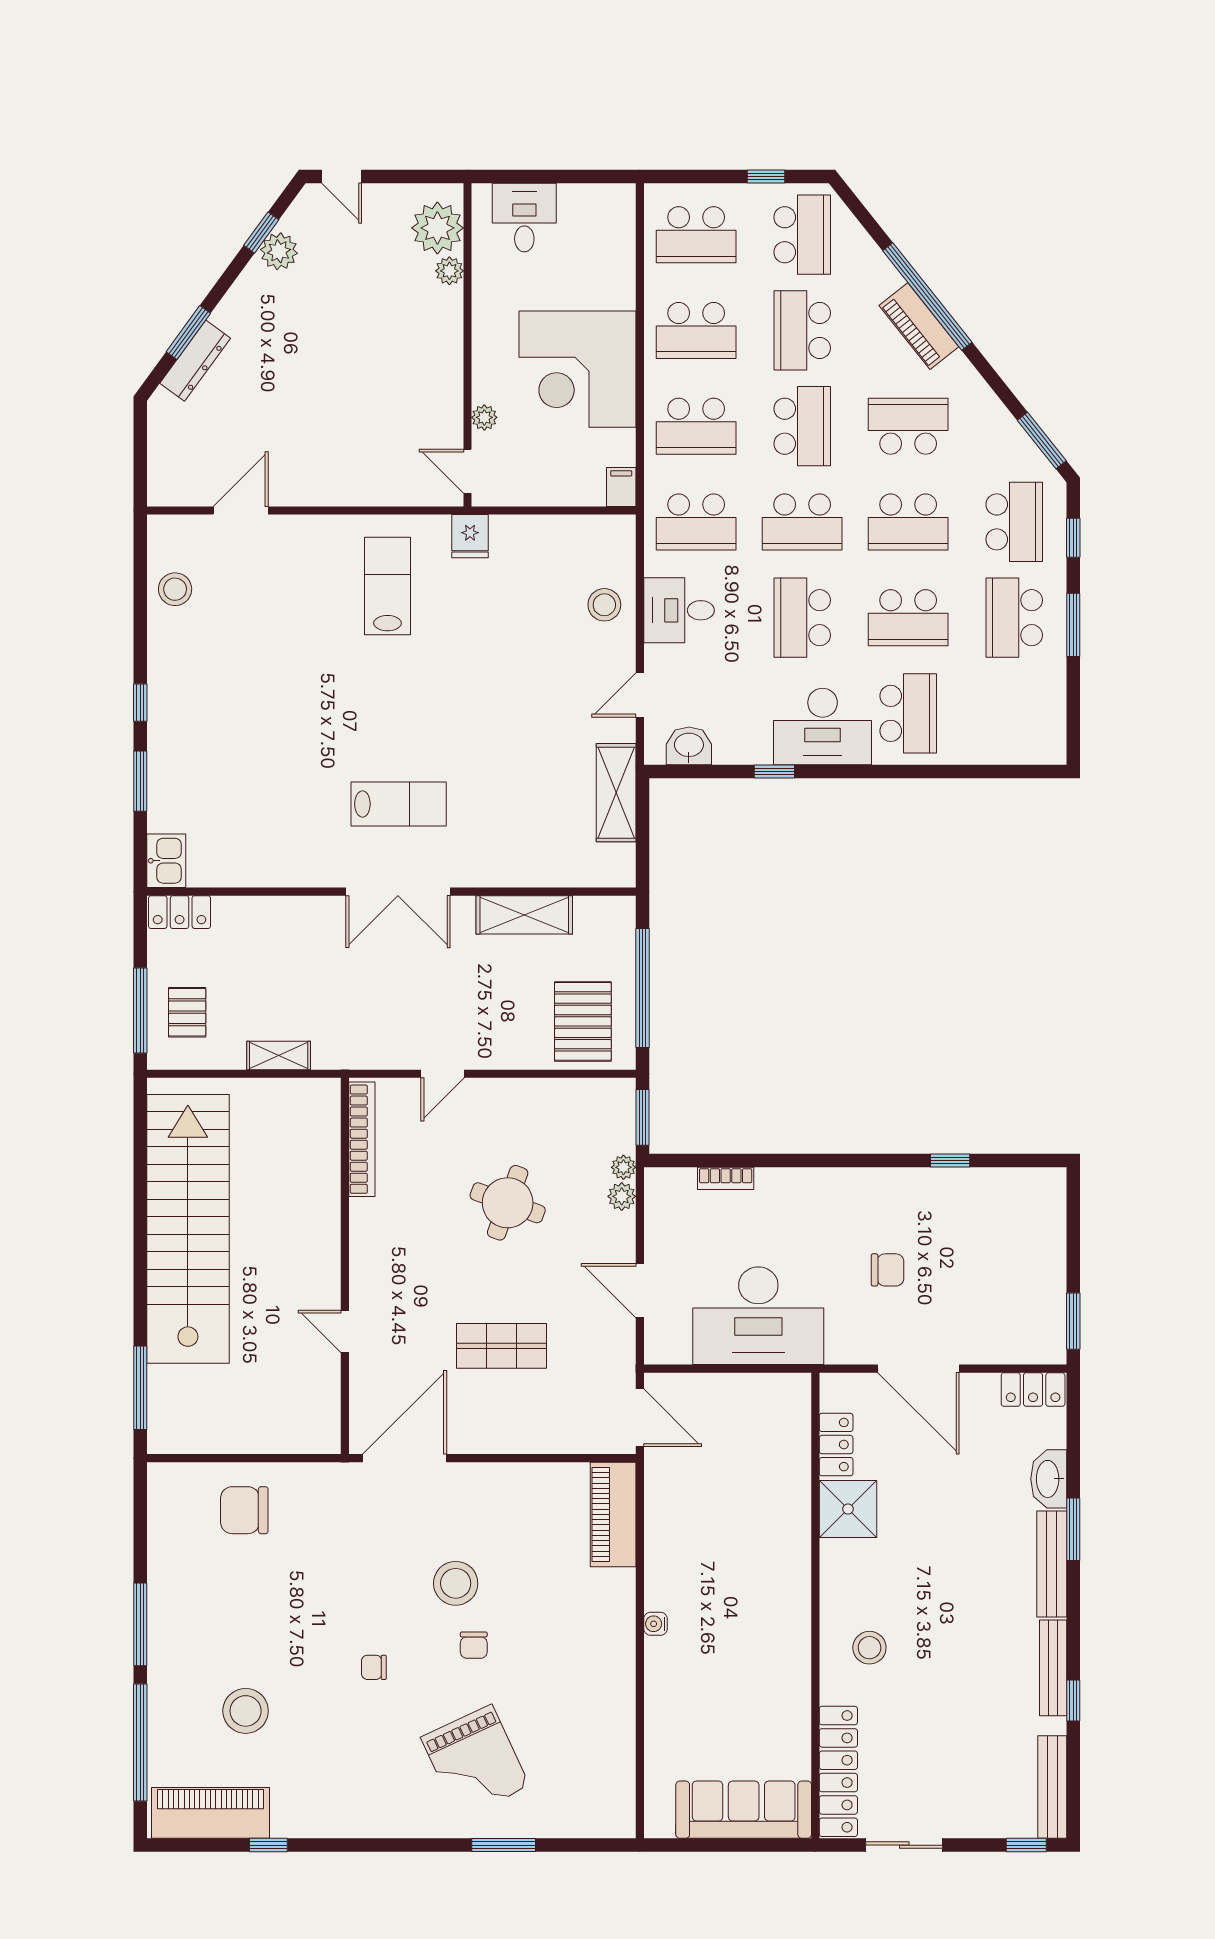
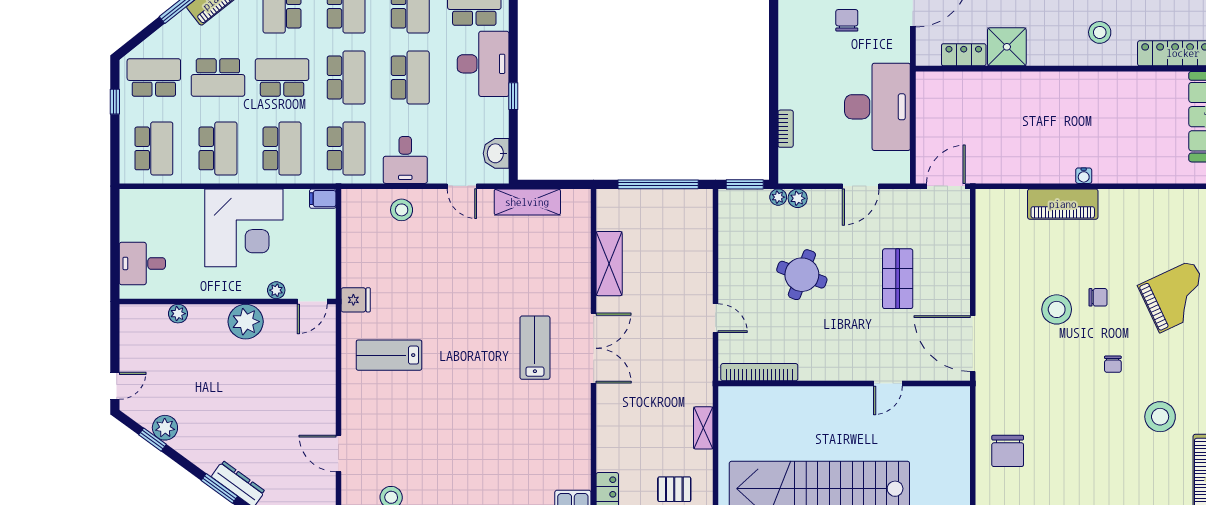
plant: (437, 228) -> (246, 322), moved
school desk: (802, 618) -> (410, 77), turned -90
pallet: (583, 1021) -> (680, 224), removed
piano: (613, 1514) -> (1063, 204), moved
stool: (246, 1711) -> (1160, 417), moved

